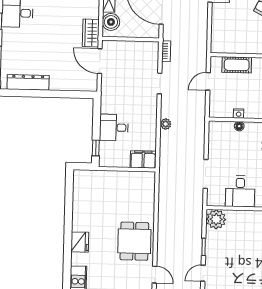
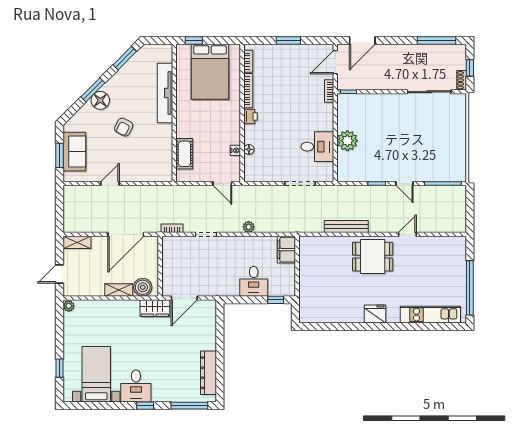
door: (208, 81) -> (222, 184), moved
bench: (163, 217) -> (346, 227), added
plant: (216, 219) -> (347, 141), moved

